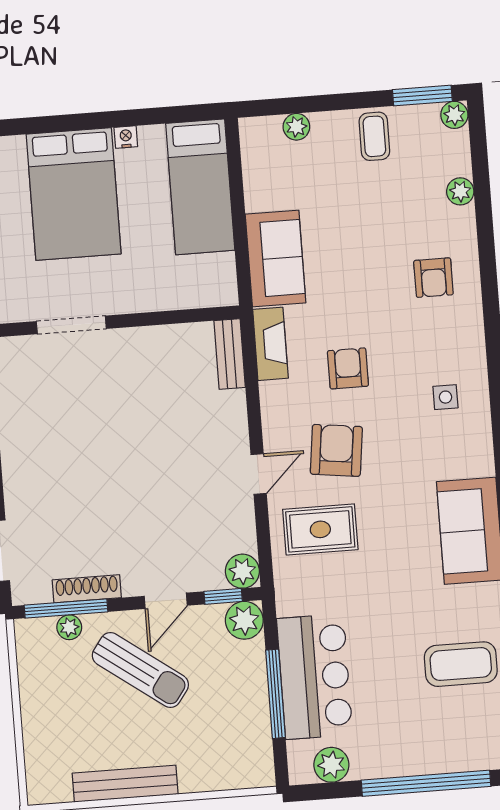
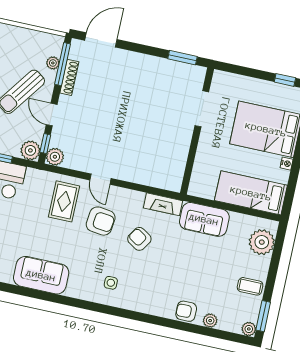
plant: (296, 127) -> (262, 242), width x1.88, depth x1.88
armchair: (433, 278) -> (186, 311), moved
bench: (230, 354) -> (164, 183), removed
armchair: (348, 368) -> (139, 239), turned -147

